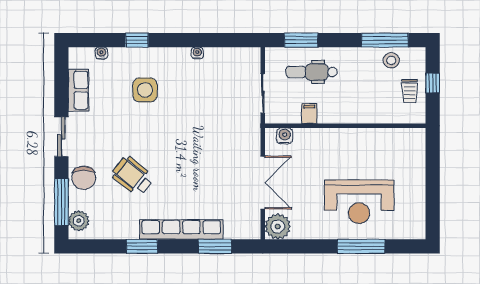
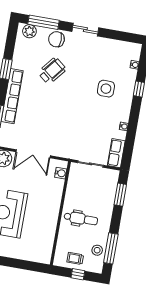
dental chair: (312, 72) -> (81, 219), moved, turned 90
row of seats: (79, 90) -> (116, 153), moved, turned 90
filing cabinet: (309, 114) -> (72, 192), removed

